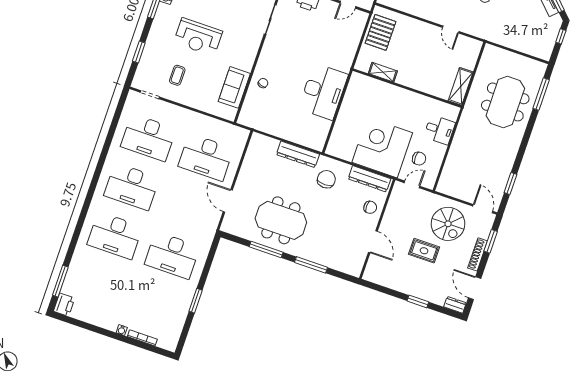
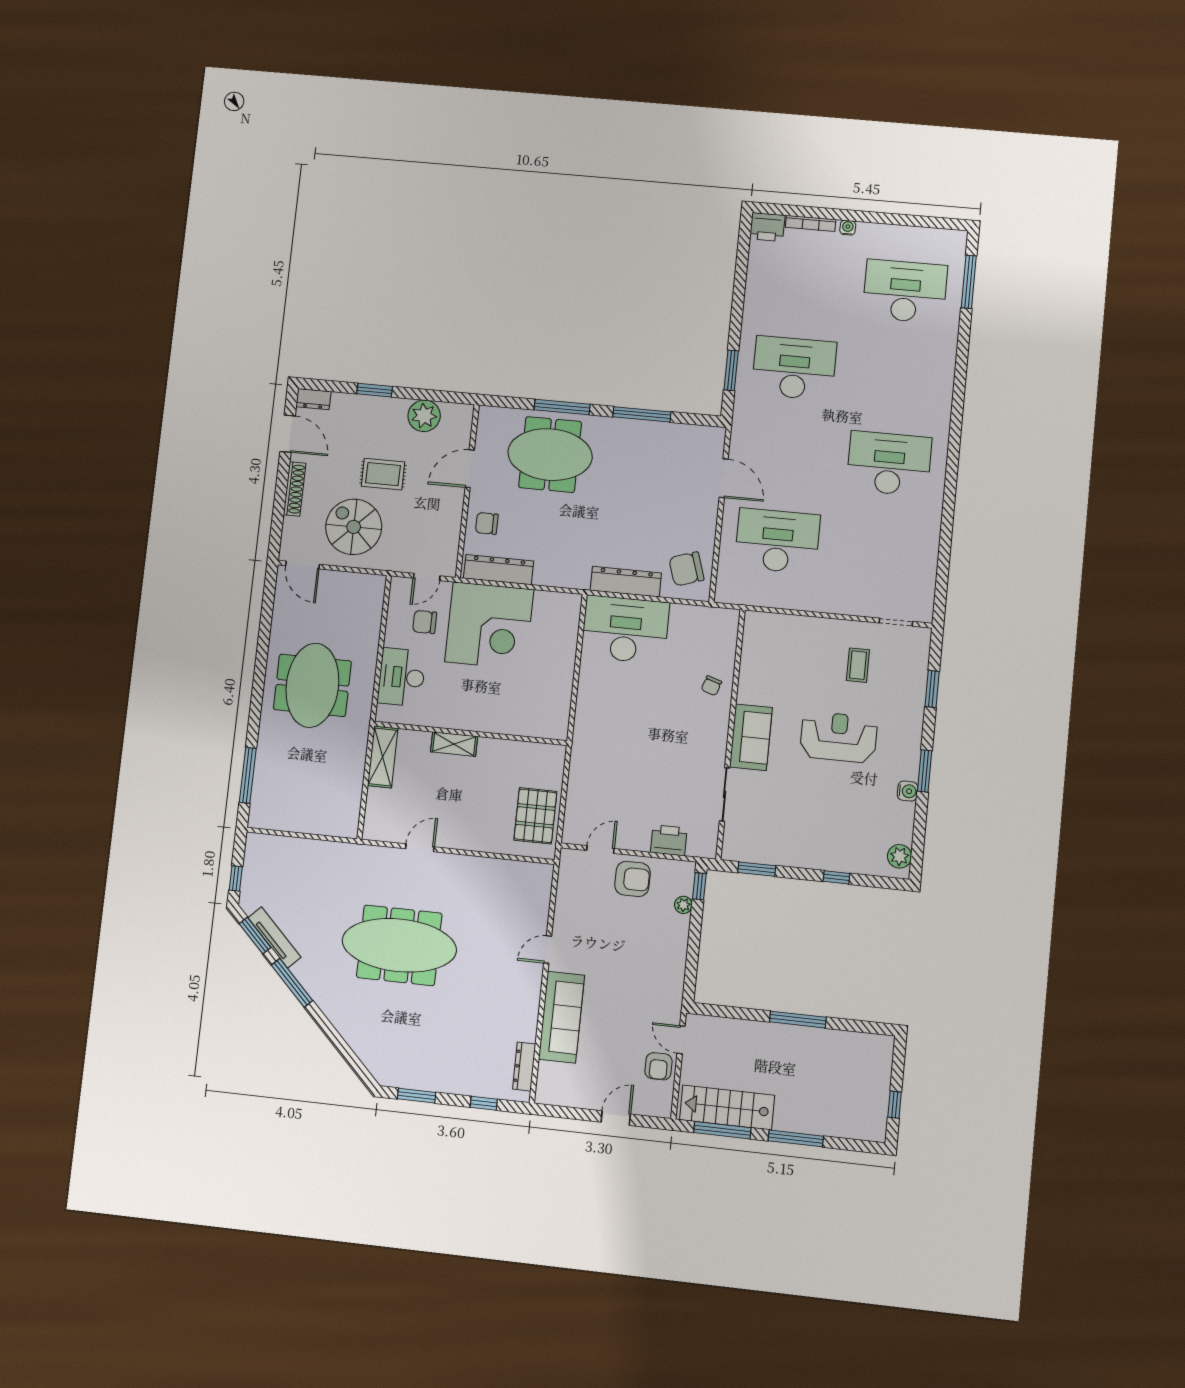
door: (451, 29) -> (420, 848), hinge flipped
shelving: (383, 72) -> (454, 744), moved
sofa: (234, 87) -> (751, 737), moved
desk: (323, 92) -> (625, 630), moved, turned 90
meeting table: (505, 102) -> (312, 685), moved
desk: (440, 130) -> (402, 677), width x1.37
desk: (148, 138) -> (881, 551), removed
chair: (326, 179) -> (686, 569), moved, turned 72
window: (510, 184) -> (266, 616), removed
meeting table: (281, 220) -> (550, 455), moved
desk: (115, 236) -> (905, 291), moved
window: (491, 241) -> (278, 515), removed
door: (373, 242) -> (470, 469), hinge flipped
plant: (392, 279) -> (424, 416), added
window: (196, 301) -> (731, 370), moved
printer: (64, 305) -> (767, 227), moved, turned -90

